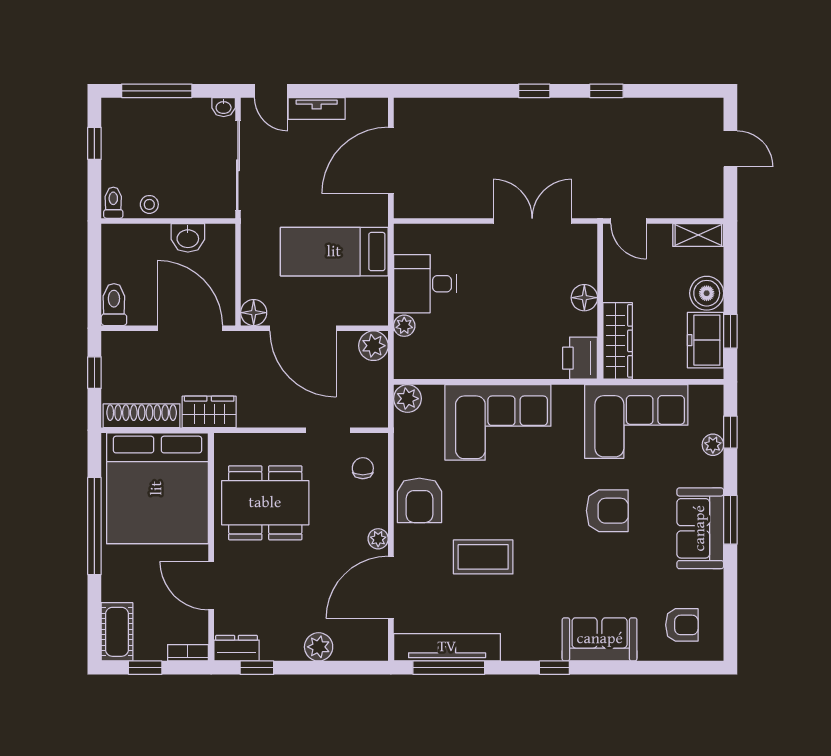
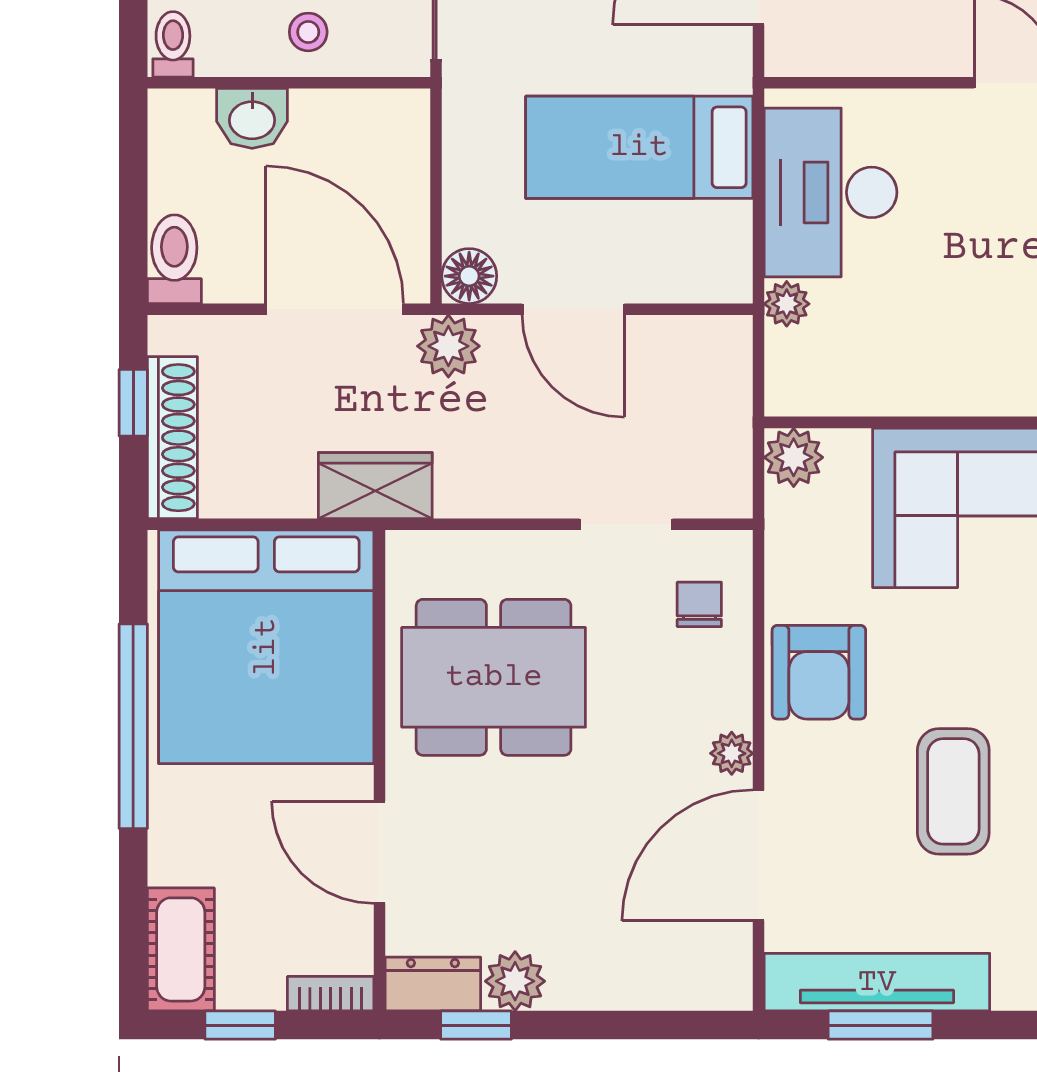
stool: (149, 204) -> (308, 32), moved
washbasin: (188, 238) -> (252, 118), moved
desk: (425, 284) -> (831, 192), width x1.37
door: (303, 328) -> (573, 309), width x0.73
plant: (373, 346) -> (448, 346), moved
shoe rack: (142, 416) -> (172, 438), moved, turned 90
coffee table: (483, 557) -> (953, 791), turned 90
plant: (319, 647) -> (515, 981), moved
window: (449, 668) -> (881, 1025), width x0.69

